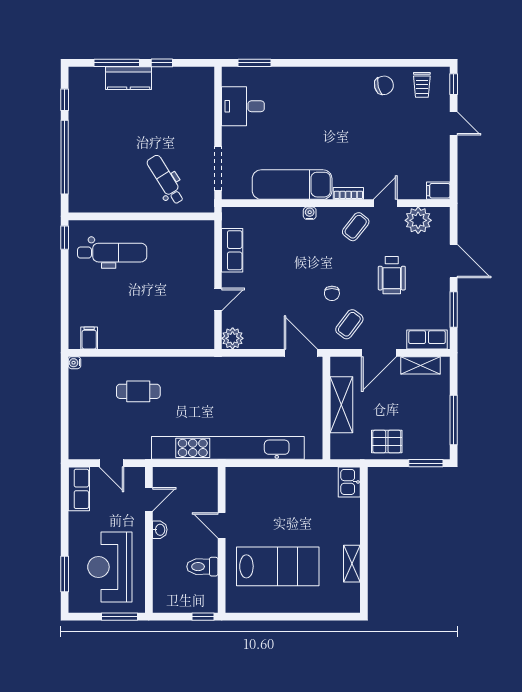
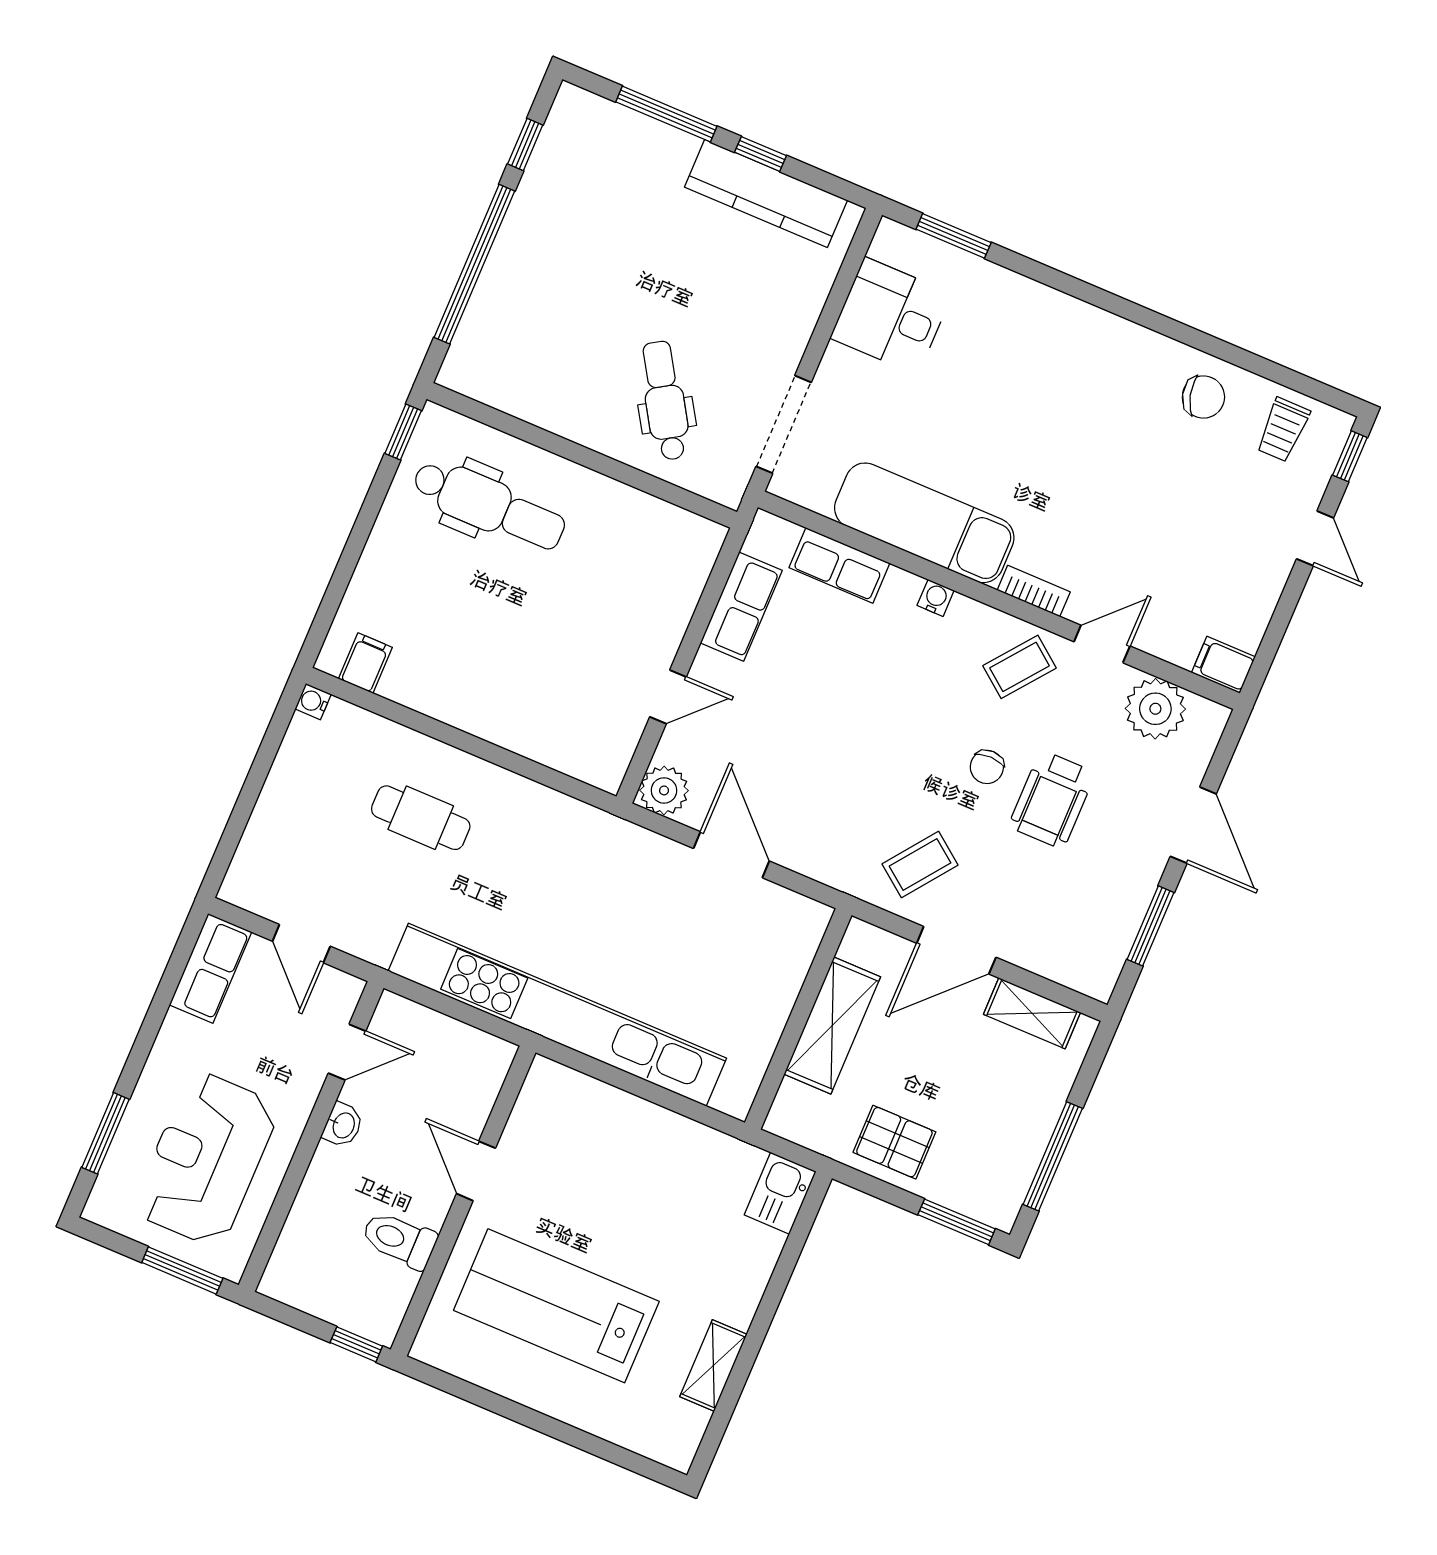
kitchen counter: (129, 78) -> (766, 194), moved, width x1.50
chair: (332, 293) -> (987, 767), moved
row of seats: (427, 339) -> (839, 565), moved, turned 180
door: (301, 353) -> (731, 855), moved
lab bench: (278, 566) -> (556, 1306), turned 180

